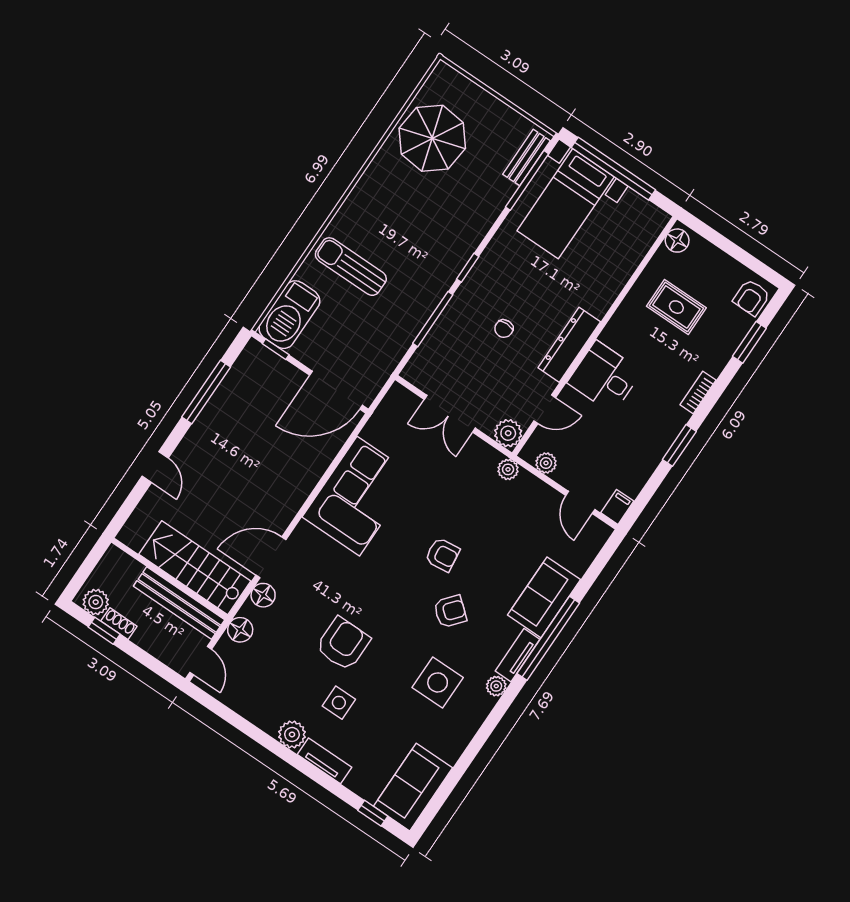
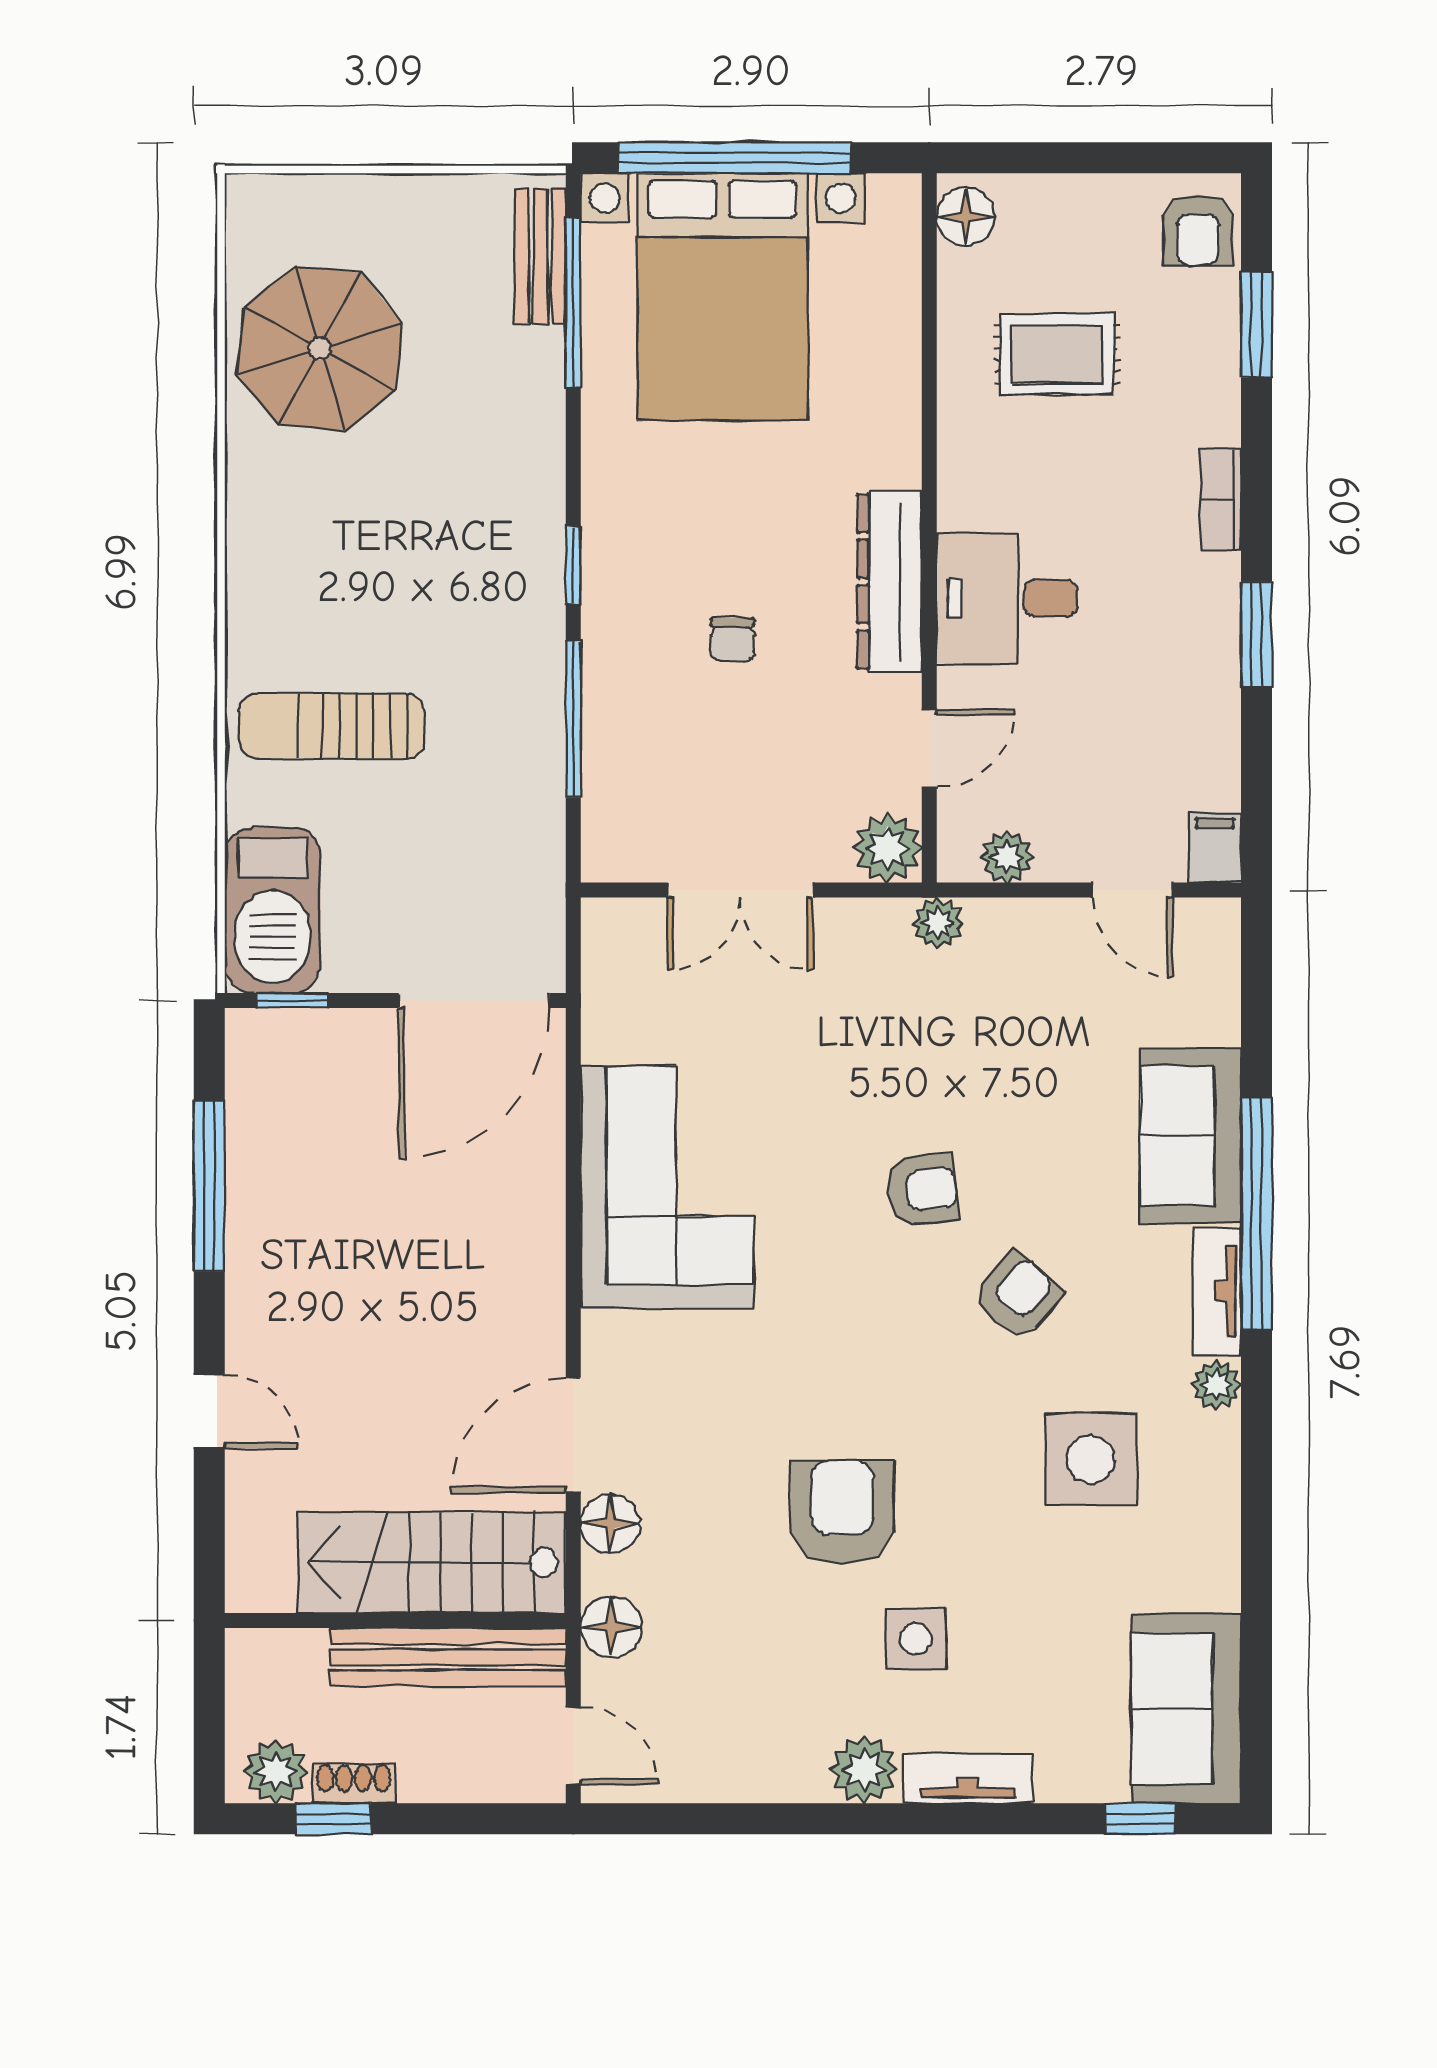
bed with nightstands: (566, 204) -> (723, 297), width x1.36

